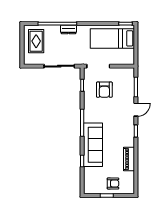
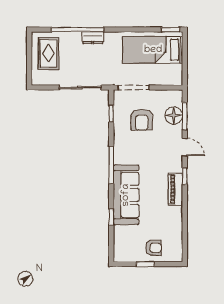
floor lamp: (128, 87) -> (174, 116), added
door: (136, 110) -> (185, 147), hinge flipped
piano: (129, 159) -> (175, 189), moved

